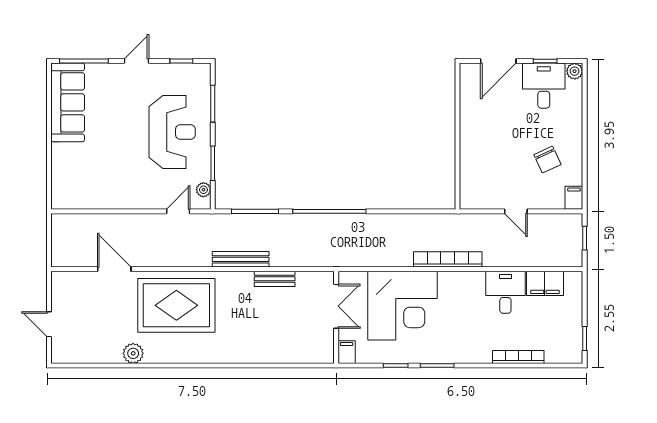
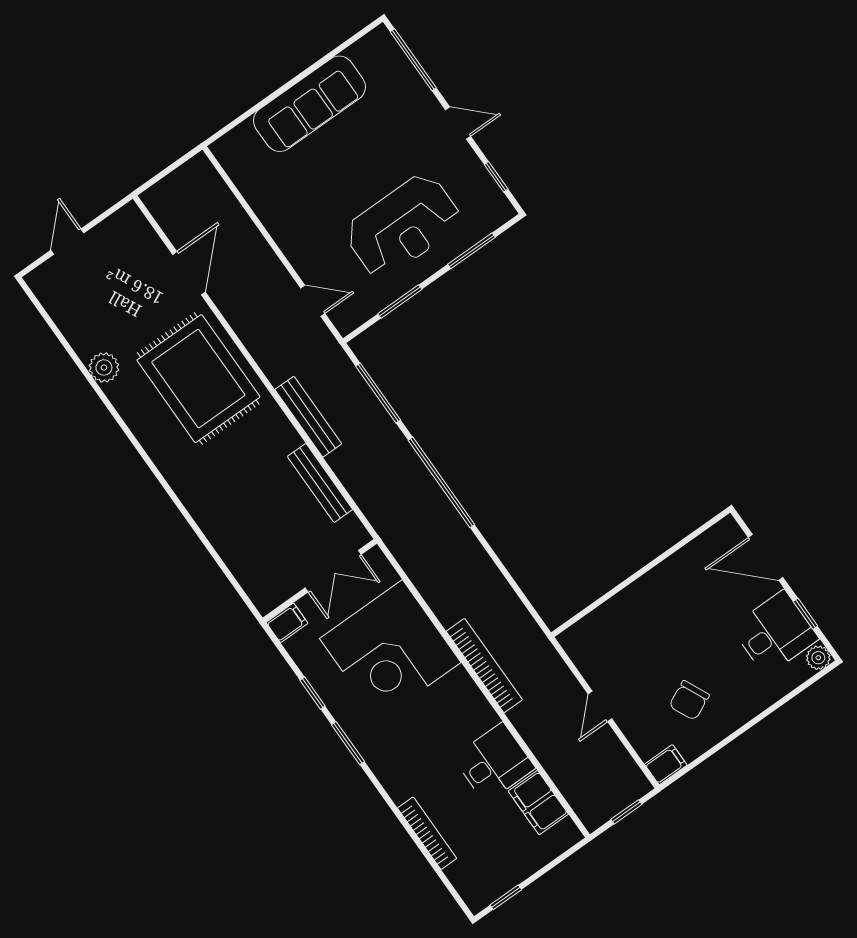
sofa: (68, 102) -> (309, 104), moved
plant: (203, 190) -> (360, 313), removed
bench: (275, 279) -> (320, 483), width x1.36

